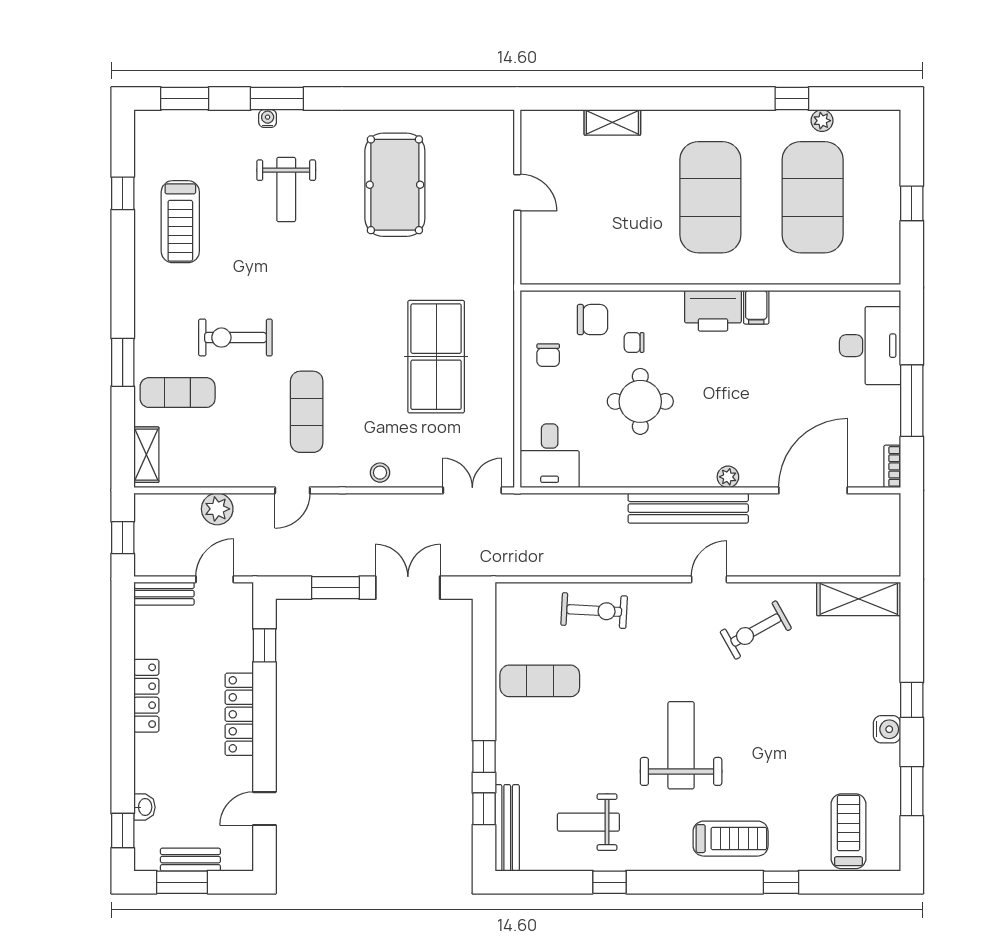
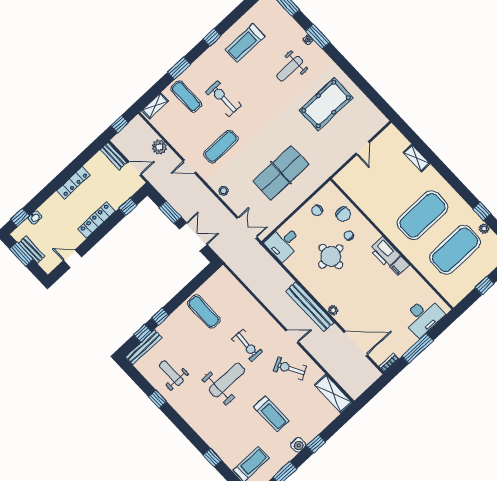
window: (123, 193) -> (212, 37), moved
exercise bike: (594, 611) -> (247, 345), moved
treadmill: (731, 839) -> (271, 414), moved

